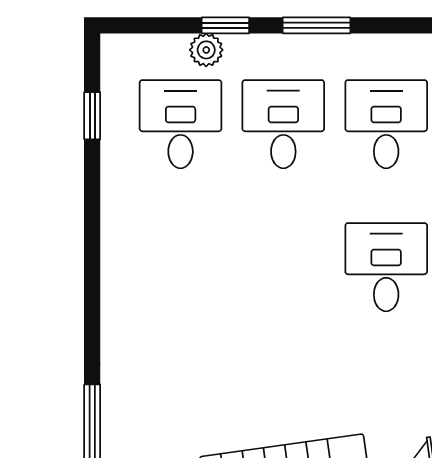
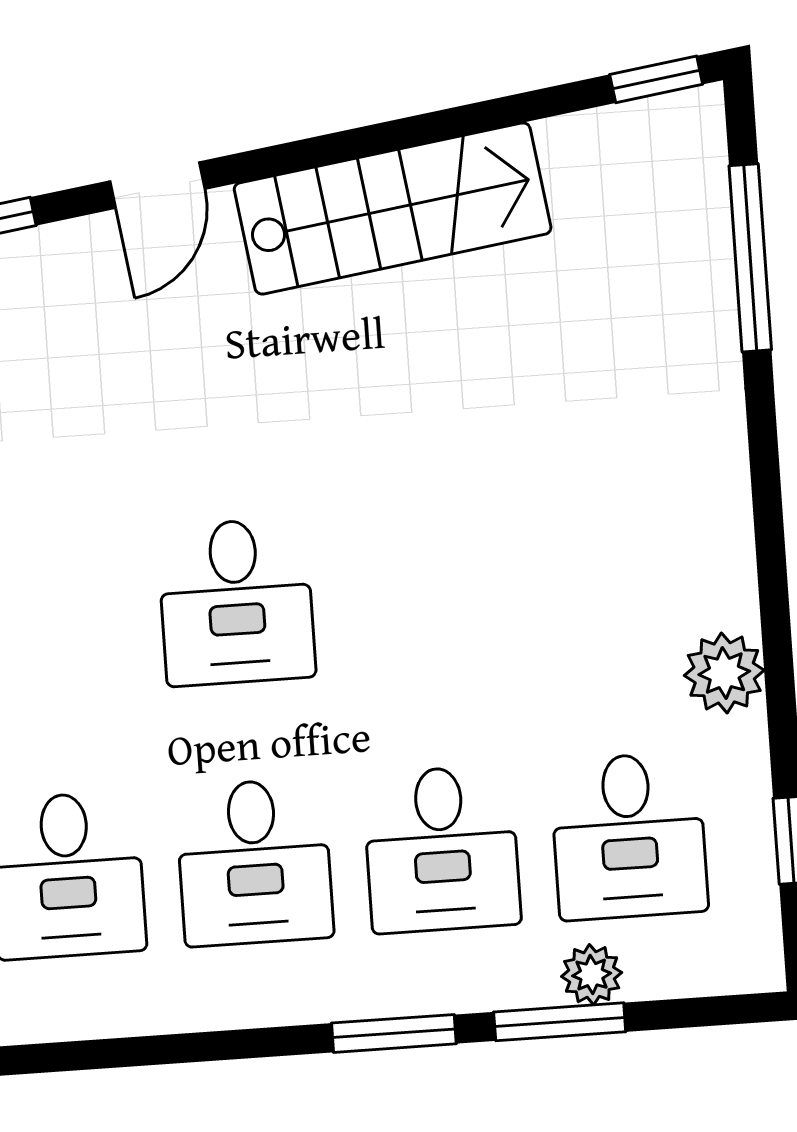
window: (225, 25) -> (560, 1022), width x1.50
plant: (122, 210) -> (724, 673), added

